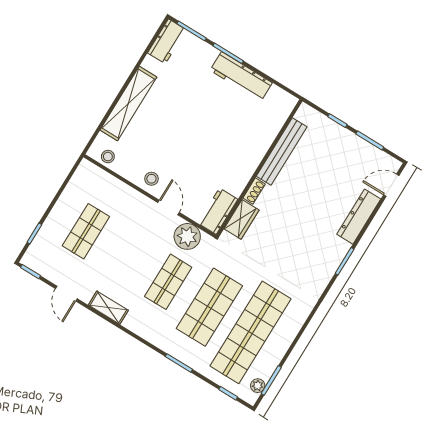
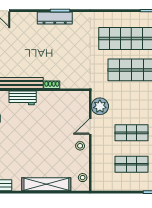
workbench: (218, 211) -> (23, 98), moved
dresser: (359, 217) -> (55, 18), moved
wardrobe: (241, 219) -> (72, 82), removed
shop shelf: (168, 282) -> (131, 133), moved

